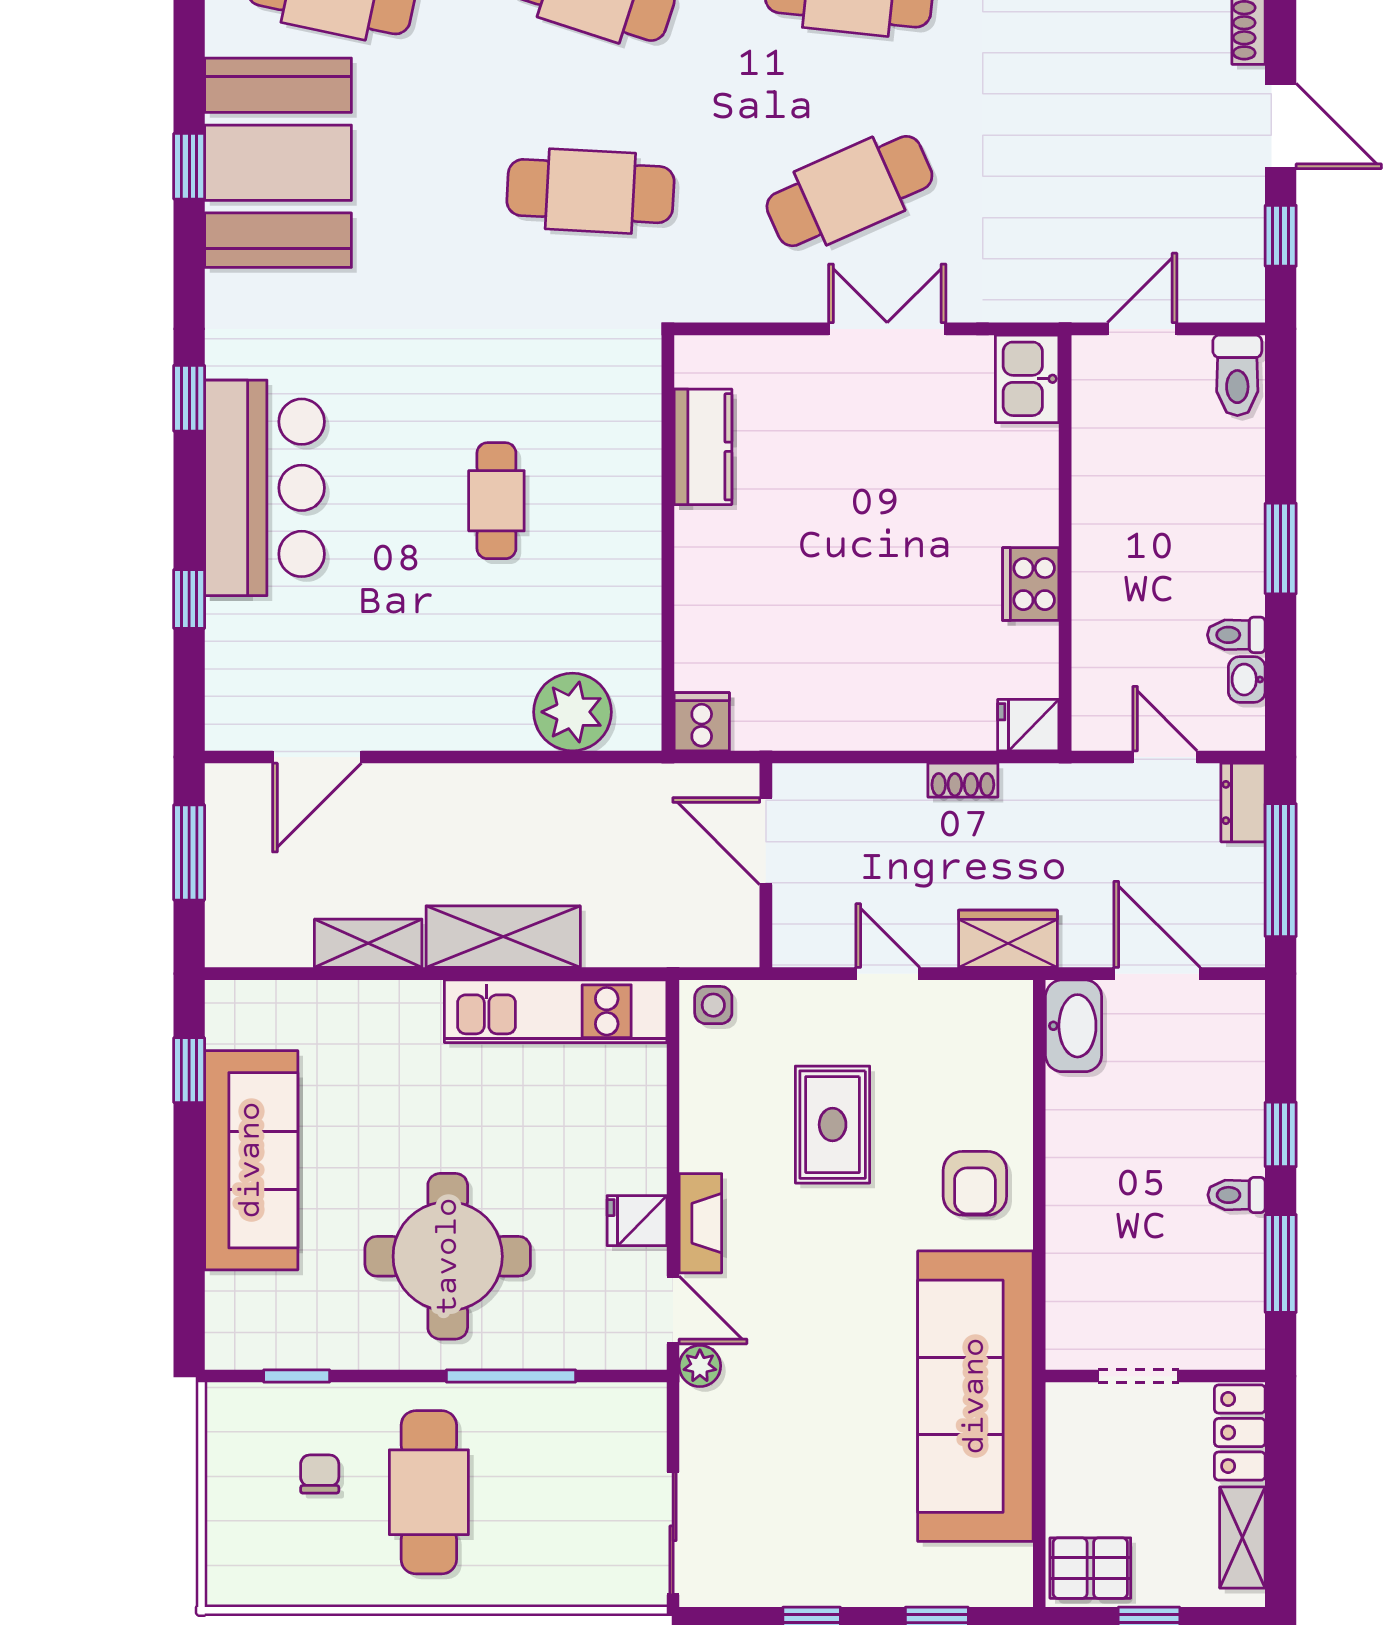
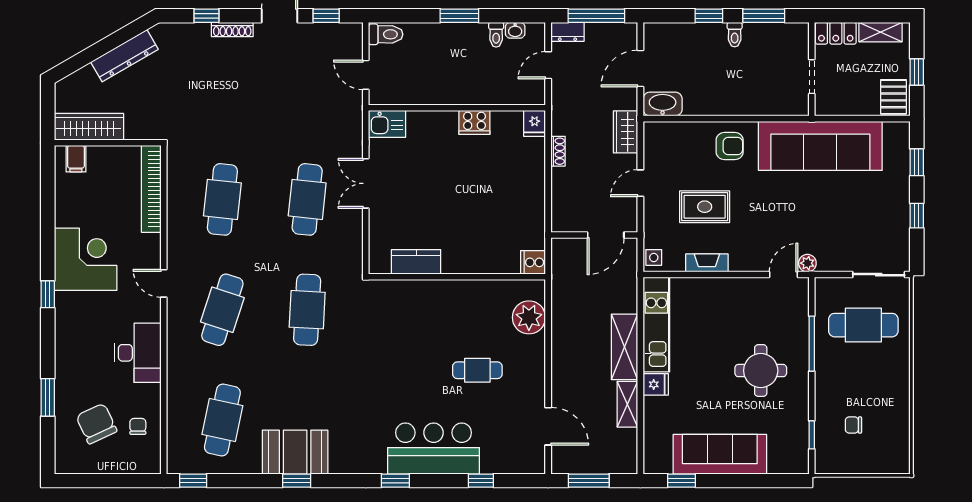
booth: (278, 163) -> (295, 452), width x0.73, depth x0.70
cafe table: (849, 191) -> (307, 199), turned 30
cafe table: (496, 501) -> (477, 370), moved
door: (766, 841) -> (606, 235), moved
fridge: (637, 1221) -> (656, 384), moved, turned -90
fireplace: (700, 1223) -> (707, 263), moved
round table: (448, 1256) -> (761, 371), width x0.73, depth x0.73
cafe table: (429, 1492) -> (863, 325), moved

